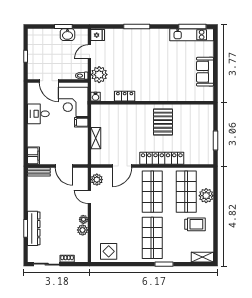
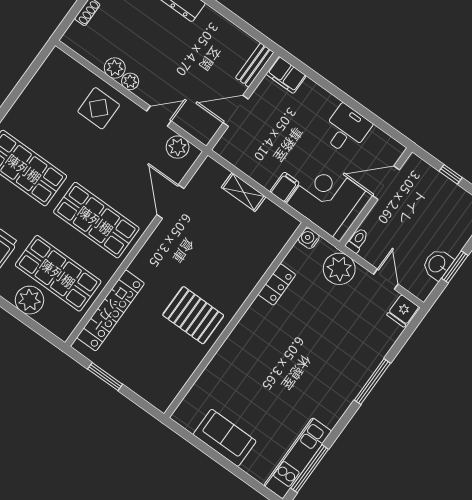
locker: (162, 158) -> (111, 310), moved
display table: (109, 251) -> (99, 108), moved

